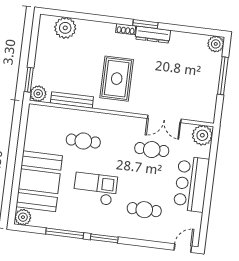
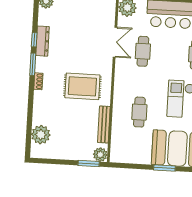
window: (173, 28) -> (34, 40), added
dresser: (153, 35) -> (42, 41), moved
window: (18, 165) -> (164, 168), added

